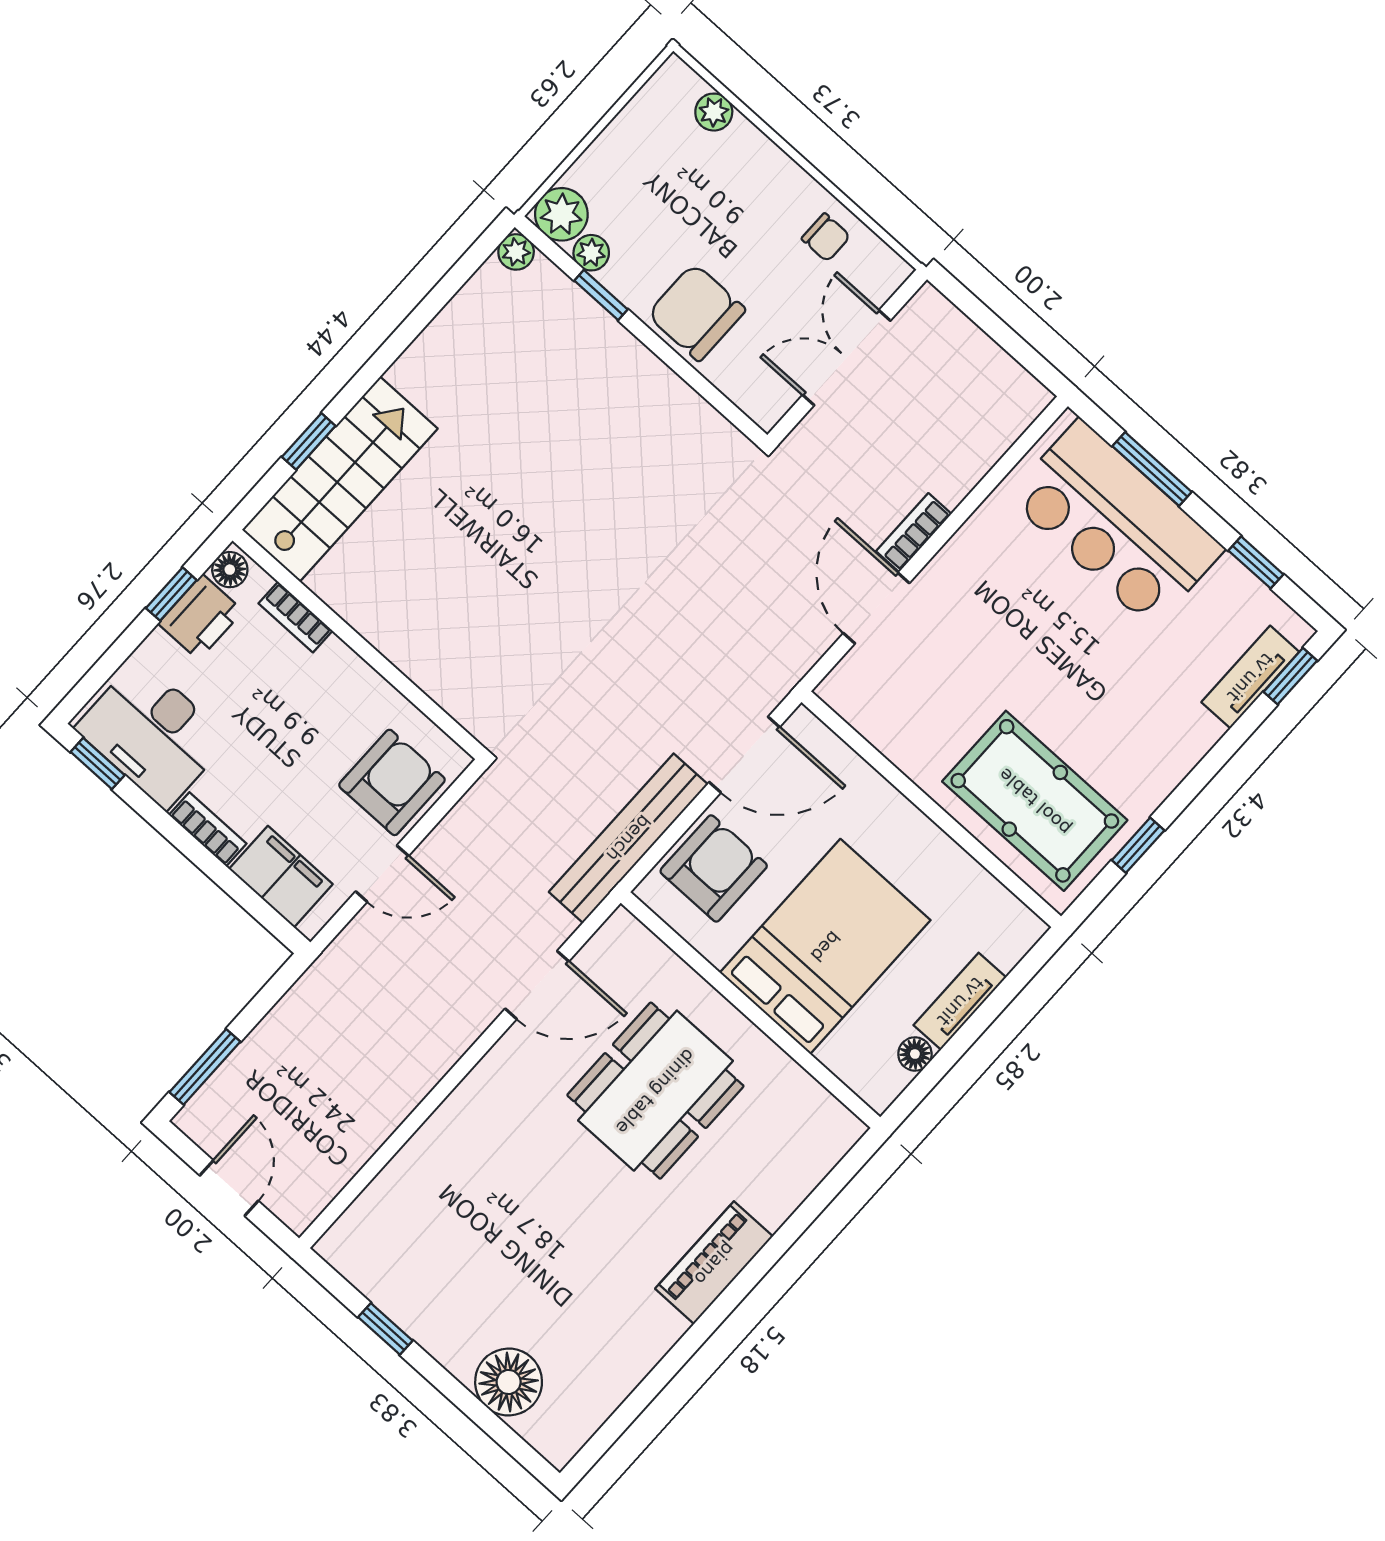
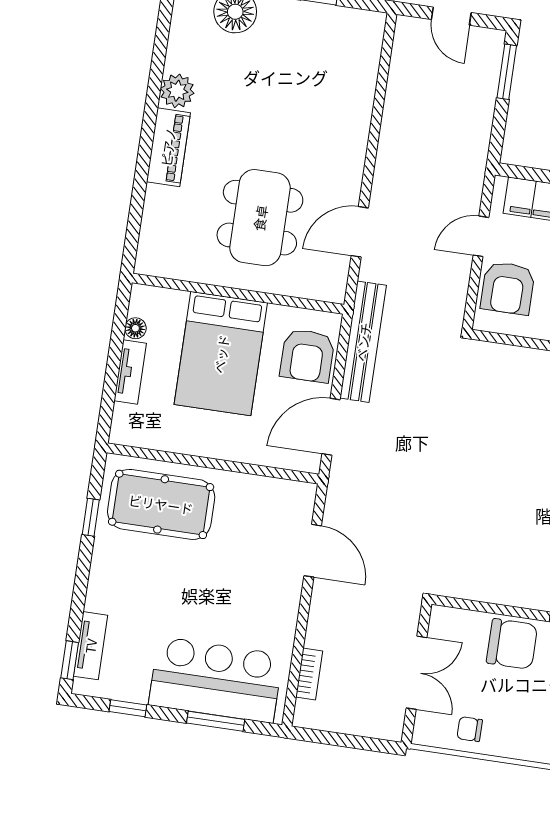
bookcase: (914, 532) -> (309, 674), moved
plant: (653, 1329) -> (177, 91), added

